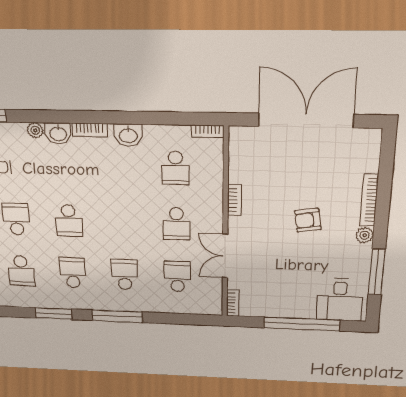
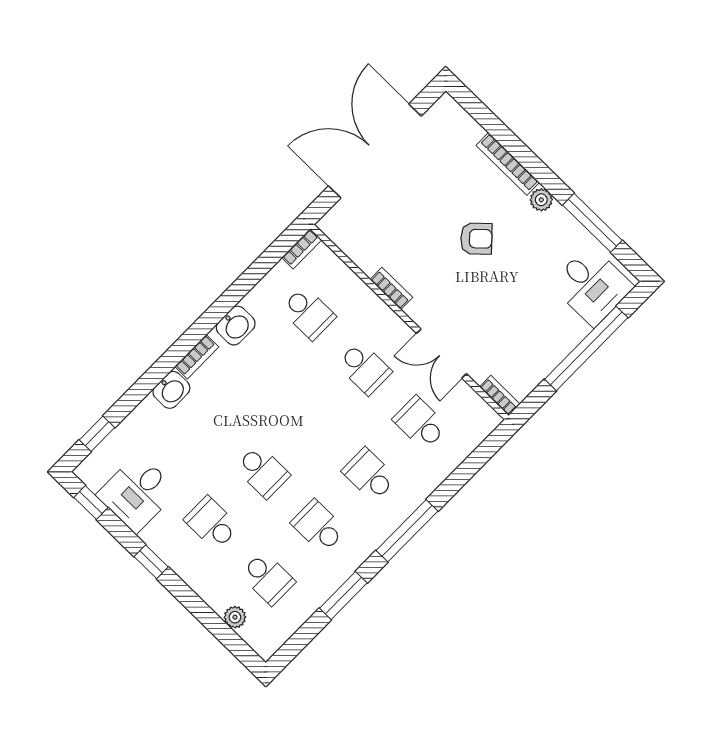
plant: (35, 130) -> (148, 408), removed
armchair: (308, 220) -> (476, 239), turned -124

